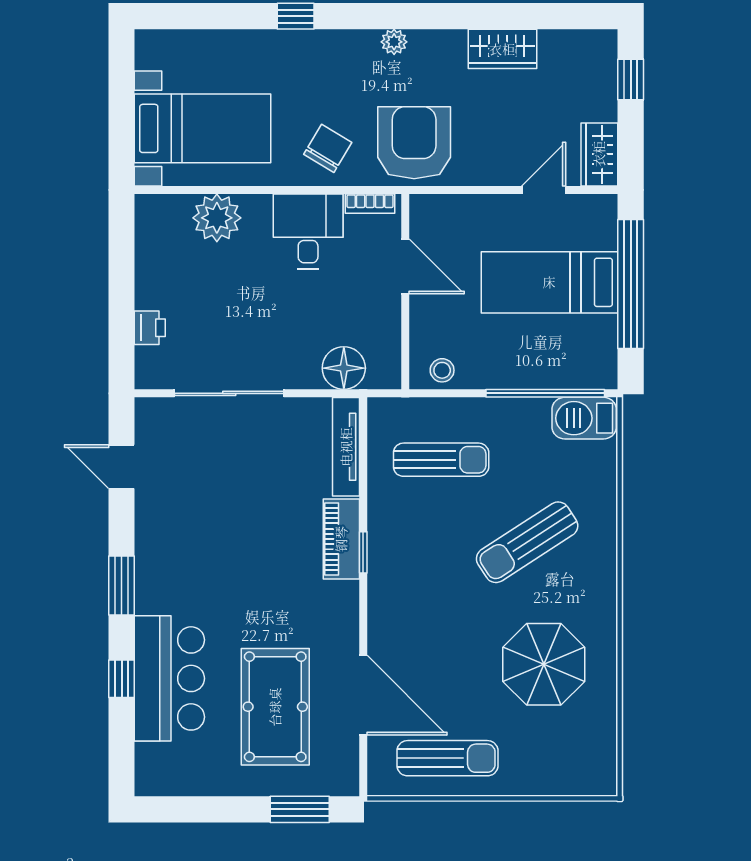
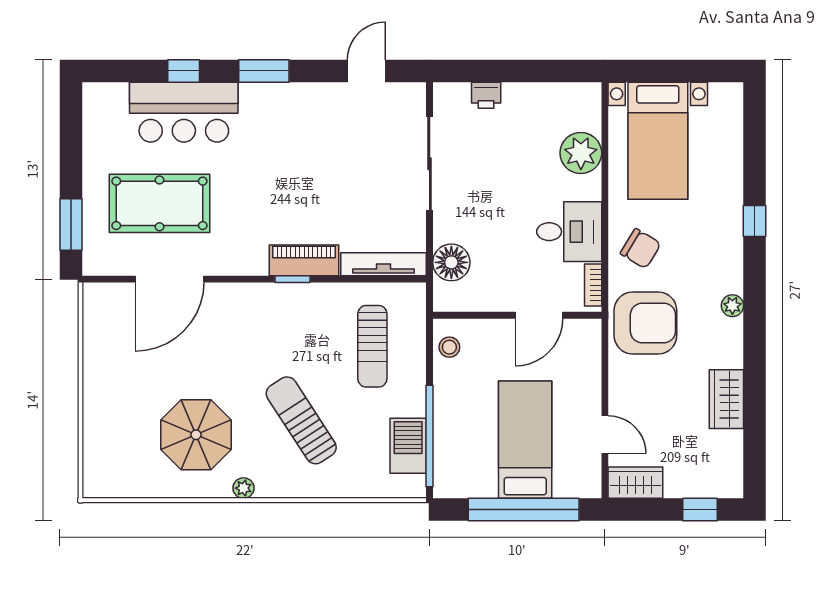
barbecue: (584, 418) -> (408, 446), moved
plant: (606, 609) -> (243, 488), added
sun lounger: (448, 758) -> (115, 352), removed

